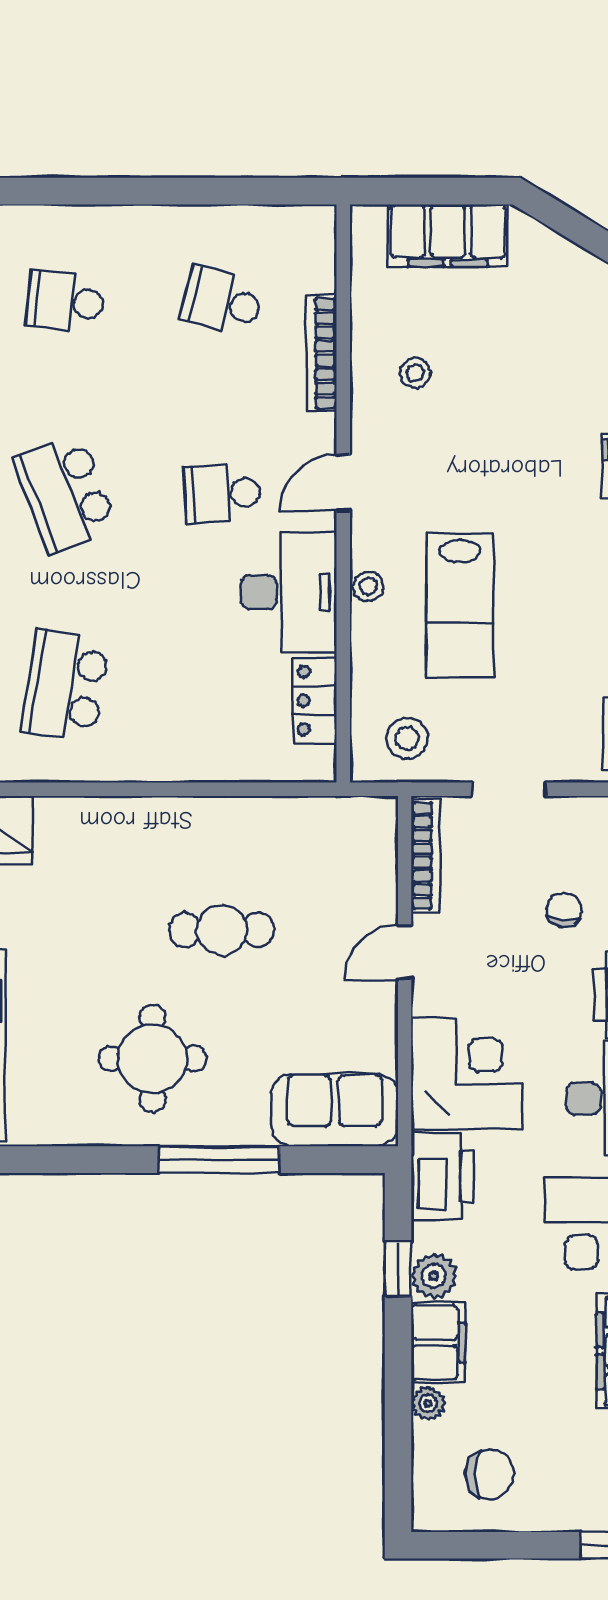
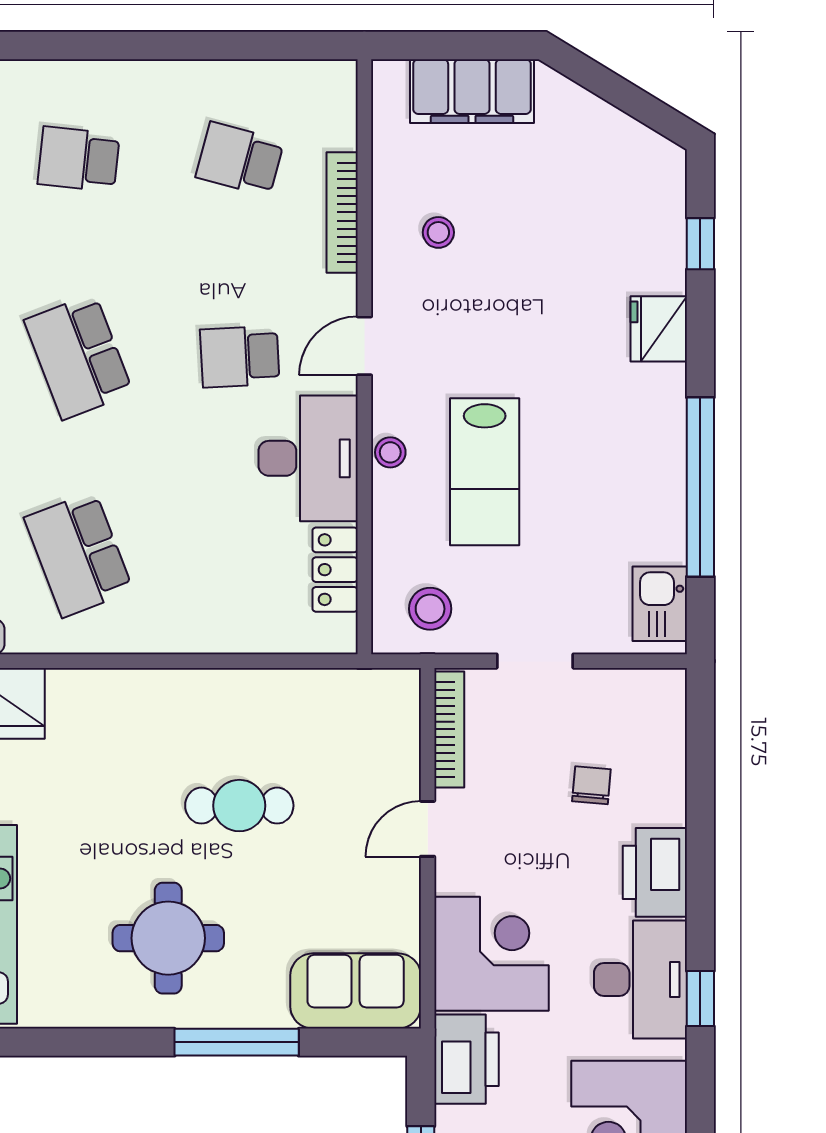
school desk: (66, 685) -> (79, 554), turned -30

